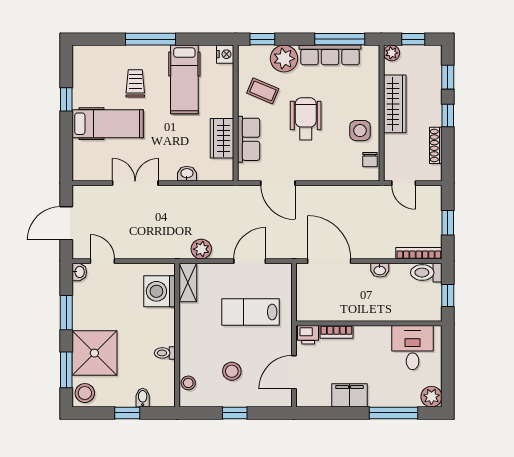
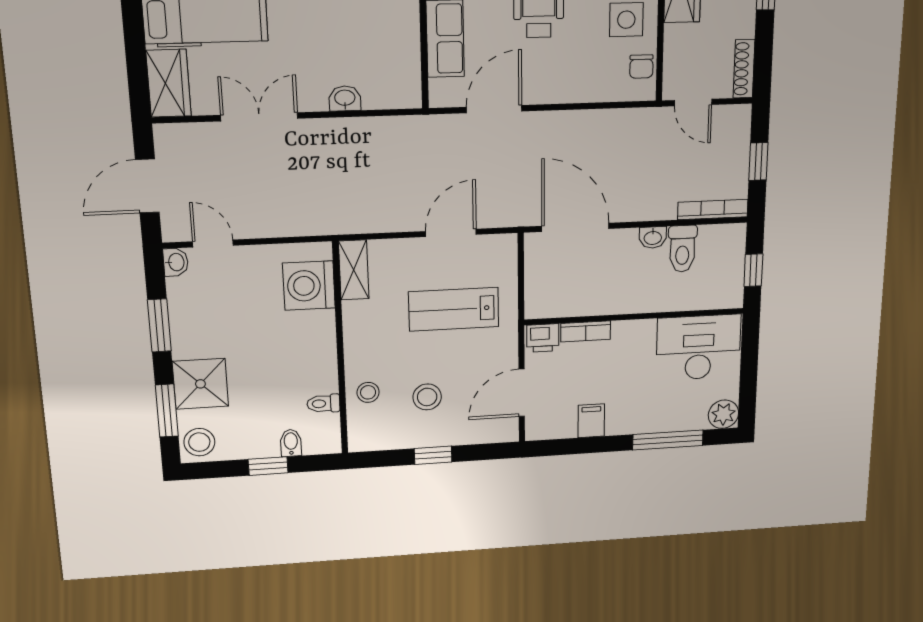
wardrobe: (222, 138) -> (169, 83), moved, turned 180
shoe rack: (436, 145) -> (744, 69), moved
door: (278, 183) -> (494, 109), swing flipped
plant: (201, 249) -> (373, 218), removed
toilet: (426, 273) -> (682, 249), moved, turned -90
desk: (413, 347) -> (698, 347), width x1.37
shower: (94, 353) -> (200, 384), width x0.73, depth x0.73
toilet: (165, 353) -> (323, 404), moved
stool: (188, 383) -> (368, 392), moved
filing cabinet: (350, 395) -> (591, 421), width x0.50

